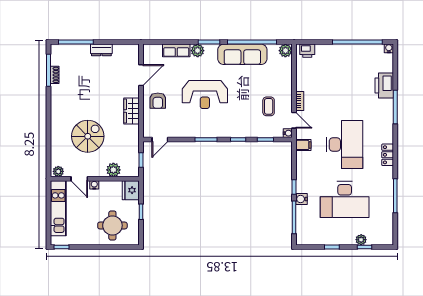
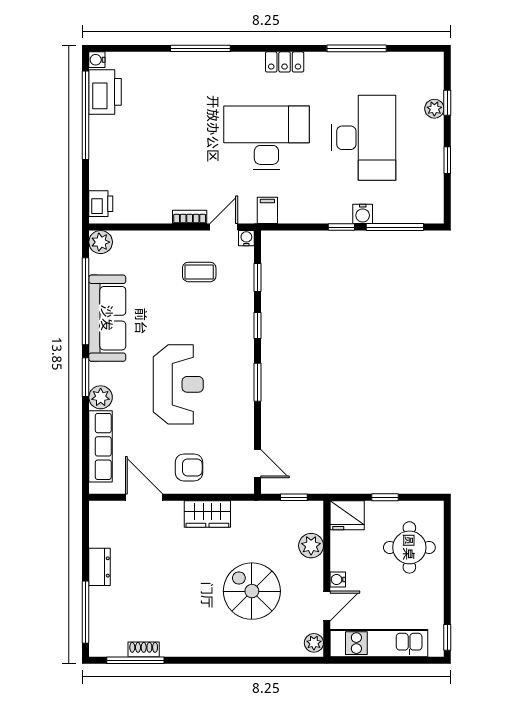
row of seats: (176, 50) -> (100, 446), width x1.48
printer: (384, 85) -> (105, 92), moved, turned -90

